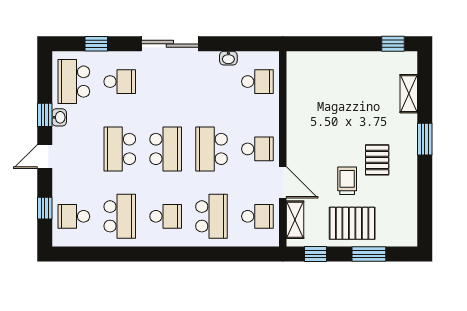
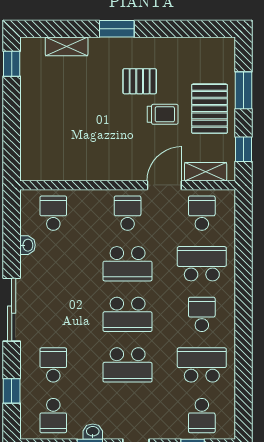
school desk: (74, 82) -> (53, 416), width x0.54
school desk: (166, 149) -> (128, 314), turned 180
trolley: (347, 181) -> (163, 114), turned 180

